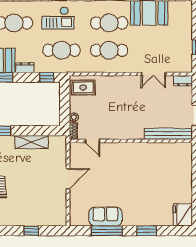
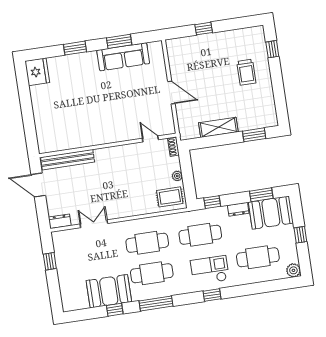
plant: (74, 117) -> (177, 176), moved
door: (68, 179) -> (171, 92), swing flipped
sofa: (105, 217) -> (123, 57), width x1.36
window: (107, 231) -> (119, 41), width x0.69

